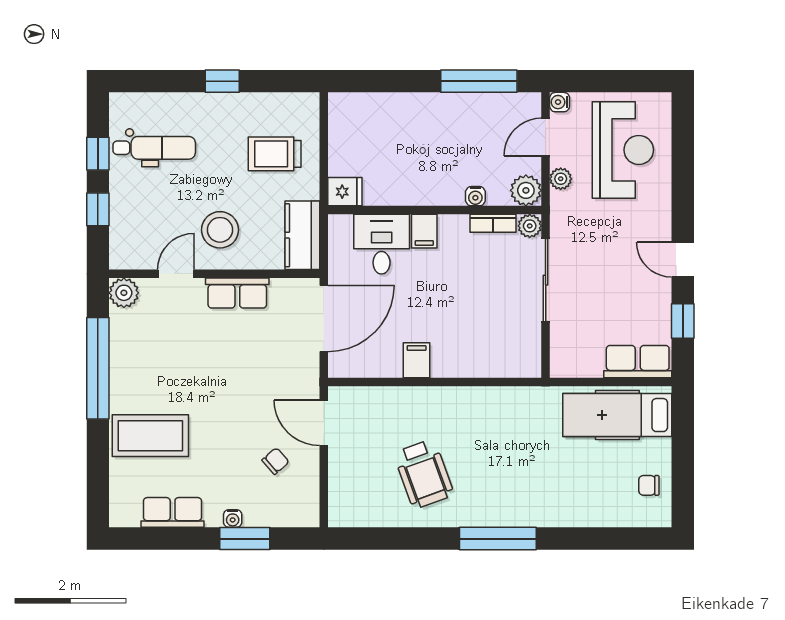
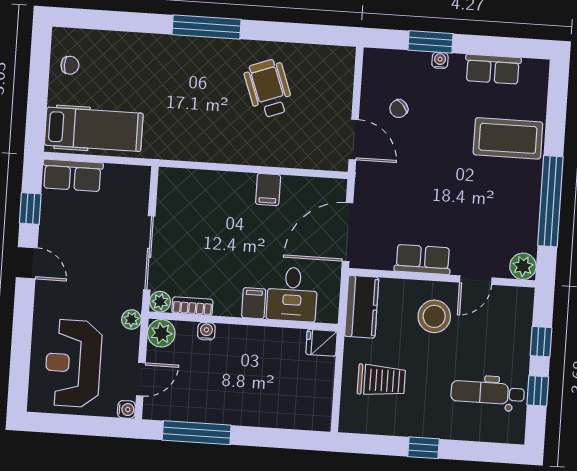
plant: (561, 179) -> (131, 319), moved

